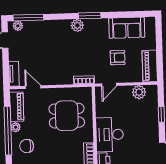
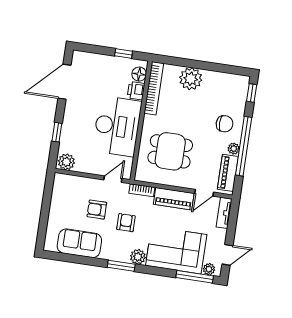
corner sofa: (47, 36) -> (176, 250), added
armchair: (92, 51) -> (126, 223), added
piano: (150, 66) -> (174, 199), moved, turned 90
door: (33, 87) -> (204, 193), hinge flipped
plant: (139, 92) -> (66, 162), moved
desk: (110, 135) -> (117, 126), width x1.36, depth x1.30

